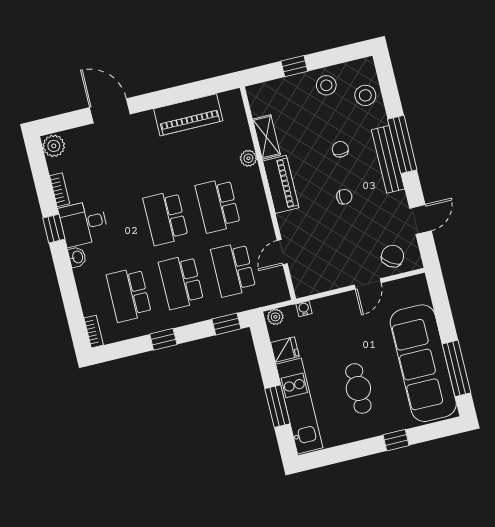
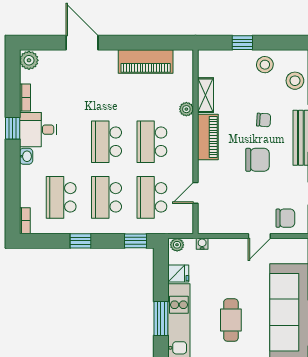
chair: (340, 149) -> (264, 120), turned 94
chair: (344, 197) -> (258, 160), width x1.87, depth x1.87
chair: (393, 256) -> (285, 218), turned 56

